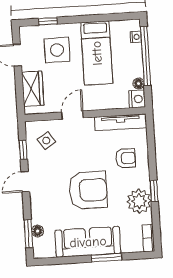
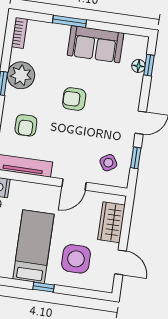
window: (48, 21) -> (43, 287), moved
armchair: (126, 158) -> (26, 125), turned -90
armchair: (88, 190) -> (74, 99), width x0.53, depth x0.53
window: (28, 234) -> (149, 65), width x0.67
sofa: (88, 242) -> (96, 44), width x0.73

